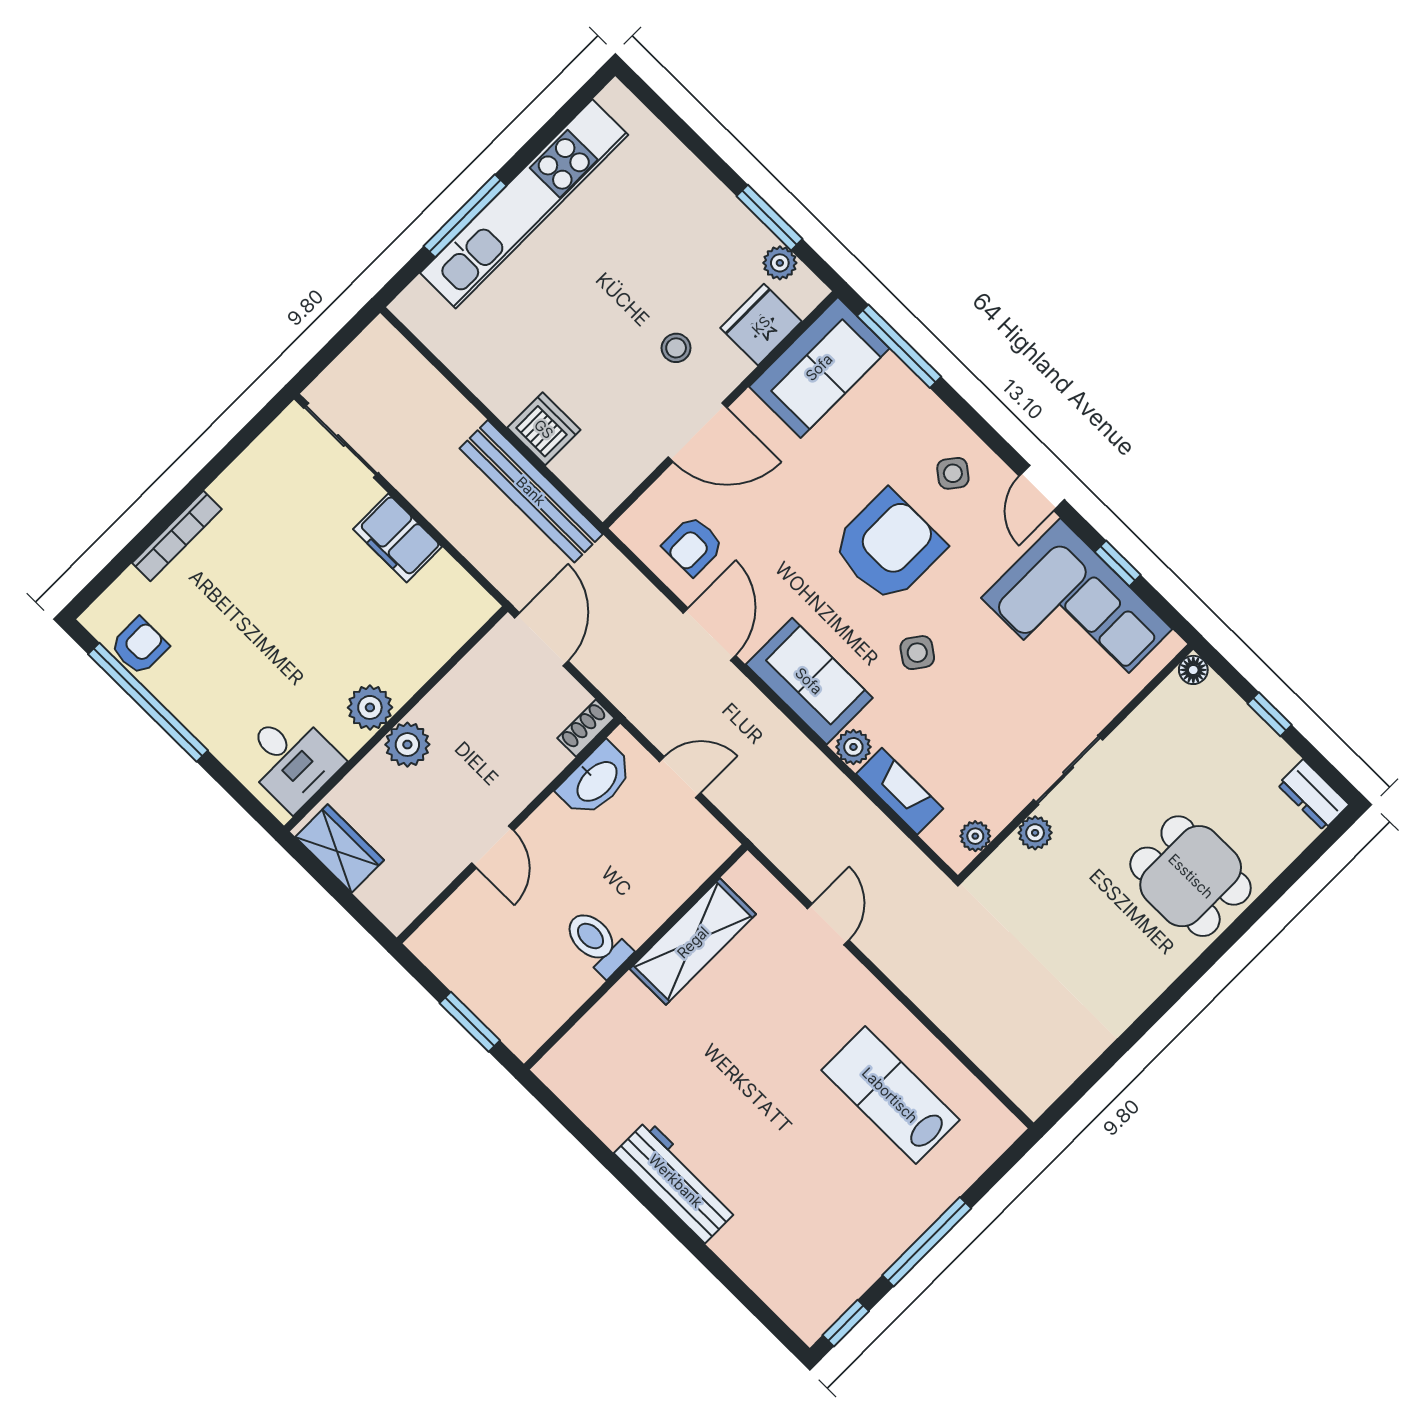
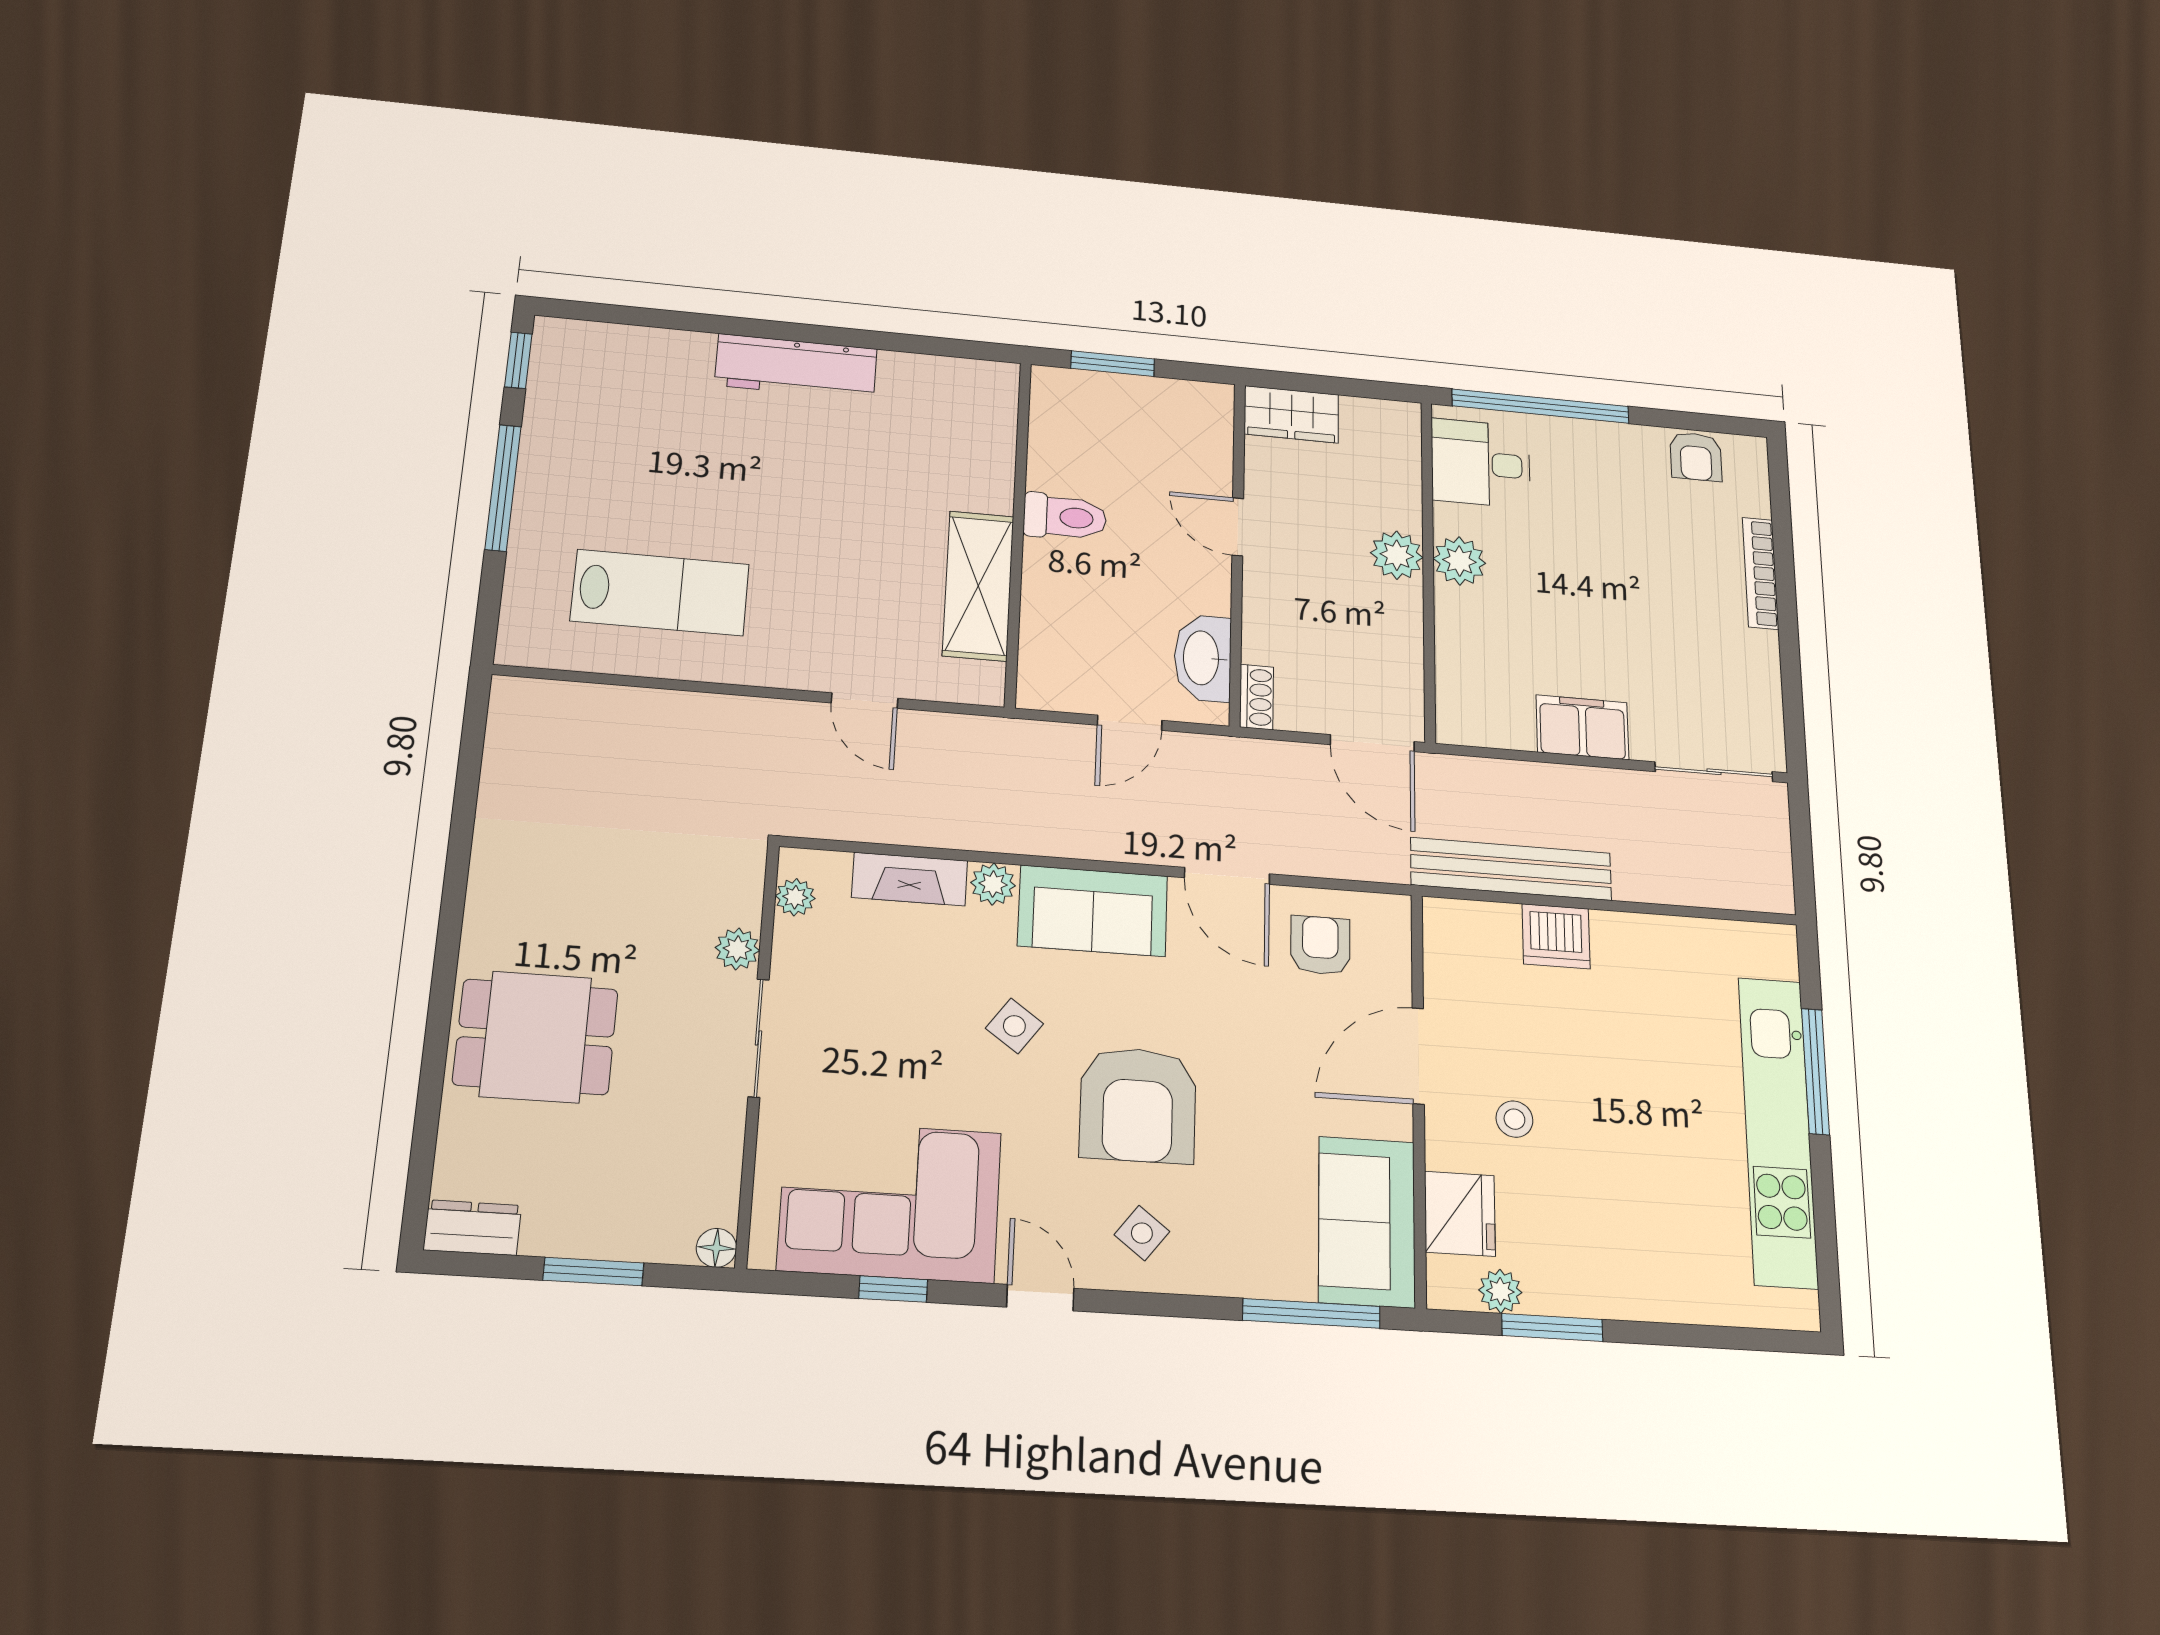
window: (148, 702) -> (1541, 406), moved
window: (1270, 714) -> (593, 1272), width x1.50
wardrobe: (340, 849) -> (1291, 414), moved

